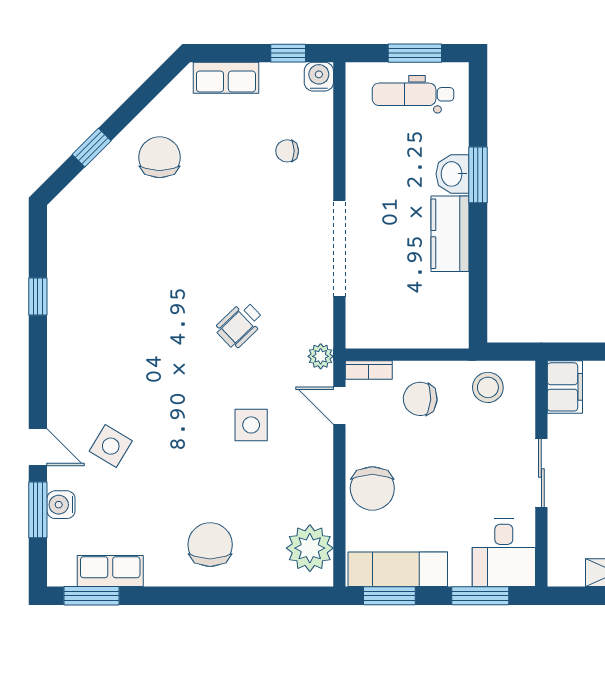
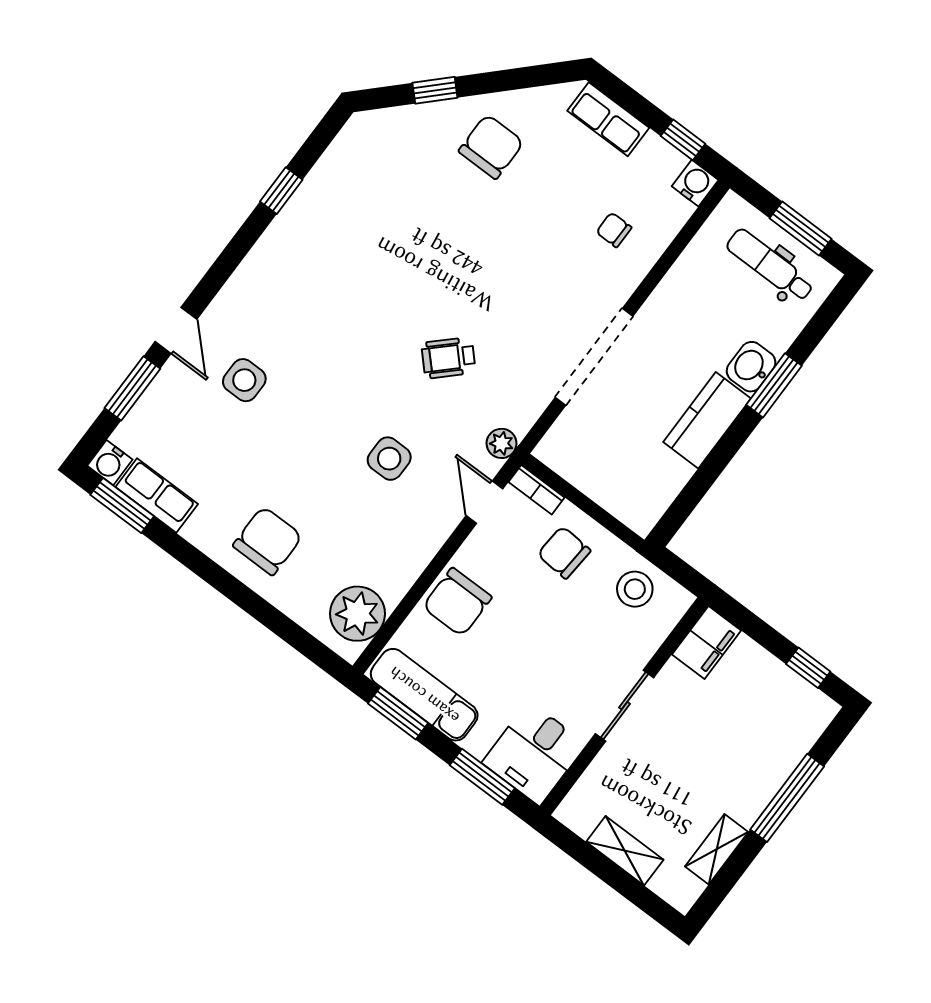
side table: (111, 446) -> (244, 380), turned -31
water cooler: (61, 505) -> (110, 463), moved, turned -90

